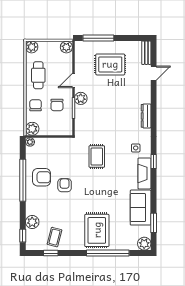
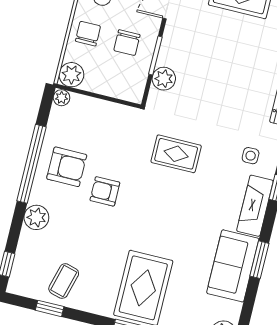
plant: (81, 98) -> (164, 79), moved
rug: (97, 157) -> (176, 154), turned 90
armchair: (65, 185) -> (105, 191), turned -90
plant: (32, 222) -> (36, 217), moved
window: (154, 223) -> (259, 260), moved

